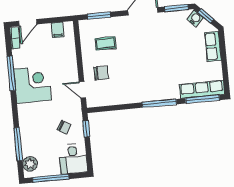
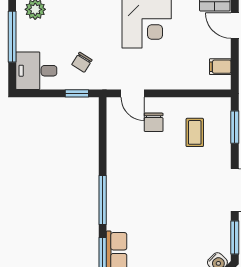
door: (82, 90) -> (133, 93), swing flipped

